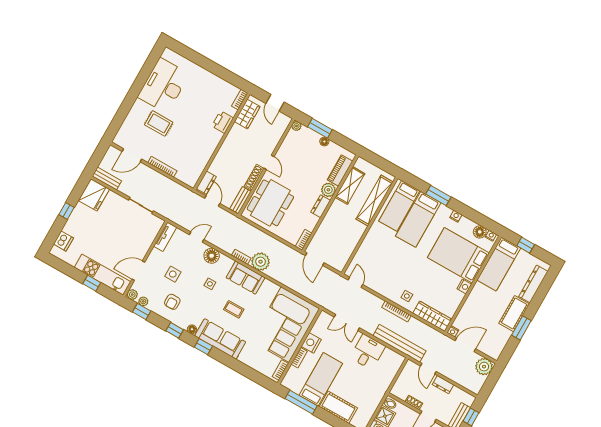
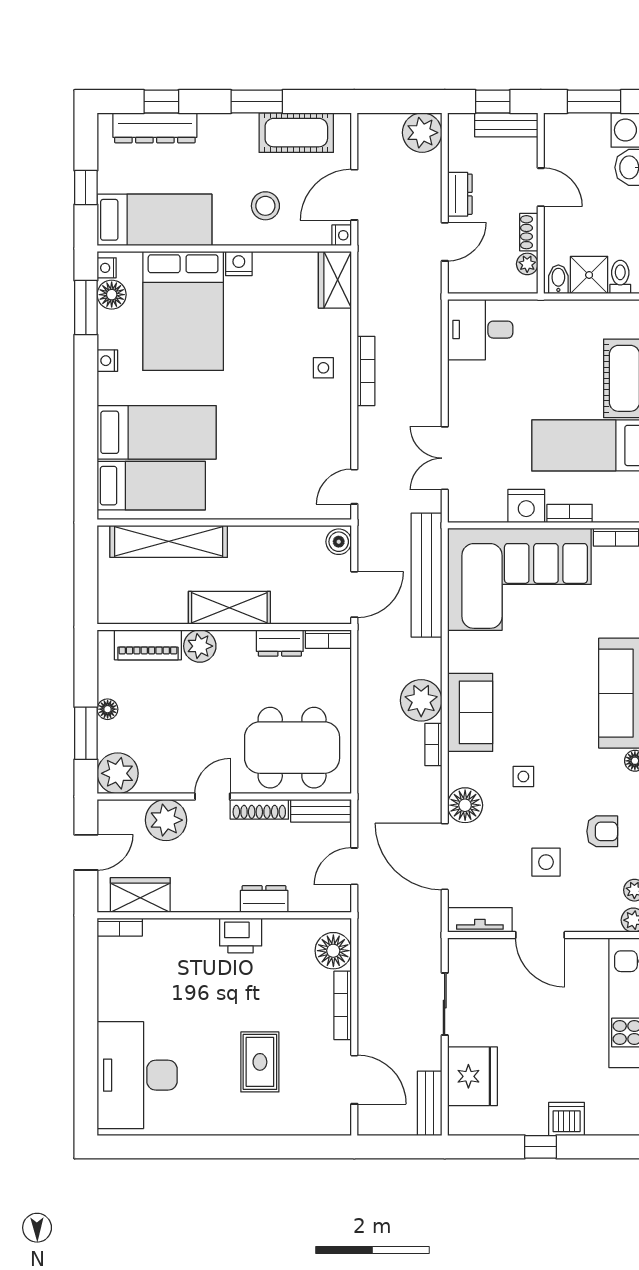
desk: (164, 85) -> (137, 1075), moved, turned 90
printer: (223, 122) -> (241, 935), moved
plant: (296, 126) -> (118, 773), width x1.87, depth x1.87
plant: (270, 140) -> (166, 820), added
floor lamp: (185, 175) -> (333, 951), added
dresser: (206, 183) -> (264, 899), moved
shelving: (350, 185) -> (229, 608), moved
fridge: (94, 195) -> (472, 1076), moved, turned 90
window: (438, 196) -> (86, 308), moved
dresser: (321, 206) -> (280, 643), moved
door: (197, 237) -> (445, 857), width x1.87
dishwasher: (63, 241) -> (567, 1119), moved
boiler: (338, 265) -> (339, 542), added
door: (138, 271) -> (540, 935), moved
window: (542, 292) -> (161, 102), added
coffee table: (234, 309) -> (547, 700), removed
stool: (480, 309) -> (265, 206), added
cot: (514, 314) -> (296, 133), moved
wardrobe: (432, 316) -> (335, 280), width x0.67
double door: (347, 322) -> (445, 458), swing flipped
bench: (400, 343) -> (426, 575), moved
door: (465, 345) -> (354, 195), hinge flipped
desk: (368, 352) -> (480, 330), moved
plant: (484, 367) -> (422, 133), moved
plant: (402, 395) -> (527, 264), added

